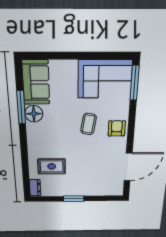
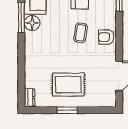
armchair: (117, 128) -> (106, 37), turned -90
rug: (52, 166) -> (68, 85), moved, width x1.36, depth x1.43

